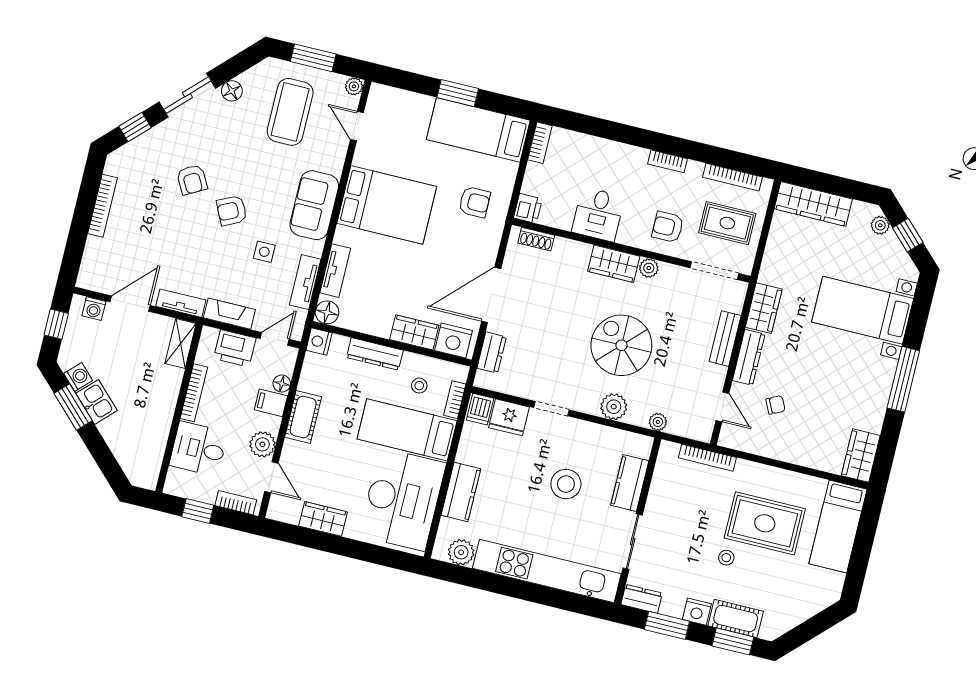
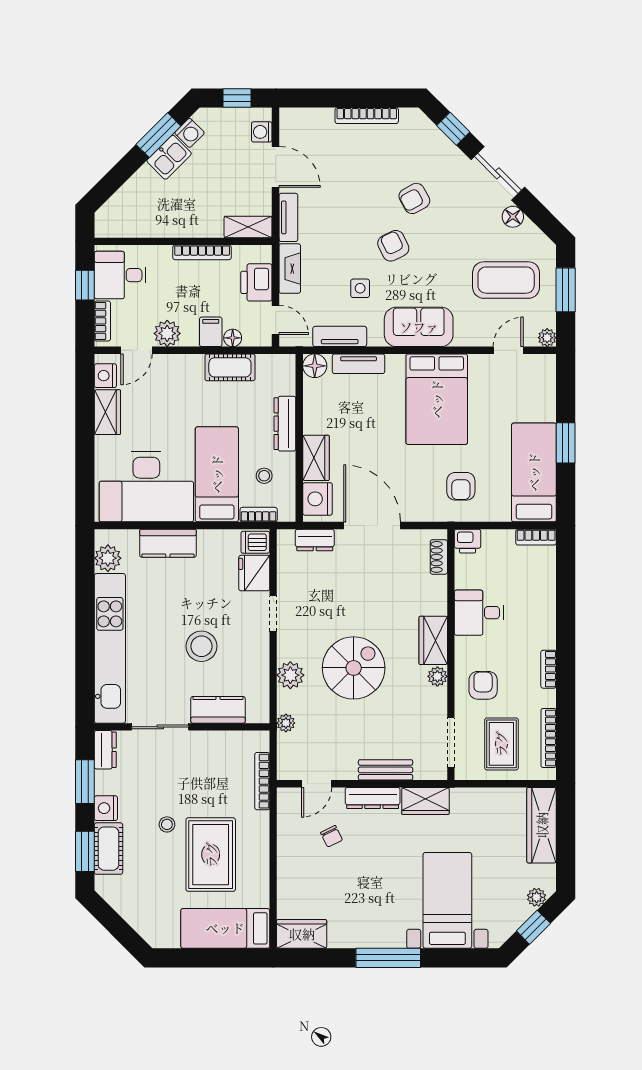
nightstand: (319, 342) -> (105, 376), moved, turned -90
cot: (303, 417) -> (230, 367), moved
desk: (199, 449) -> (120, 275), moved, turned -90

